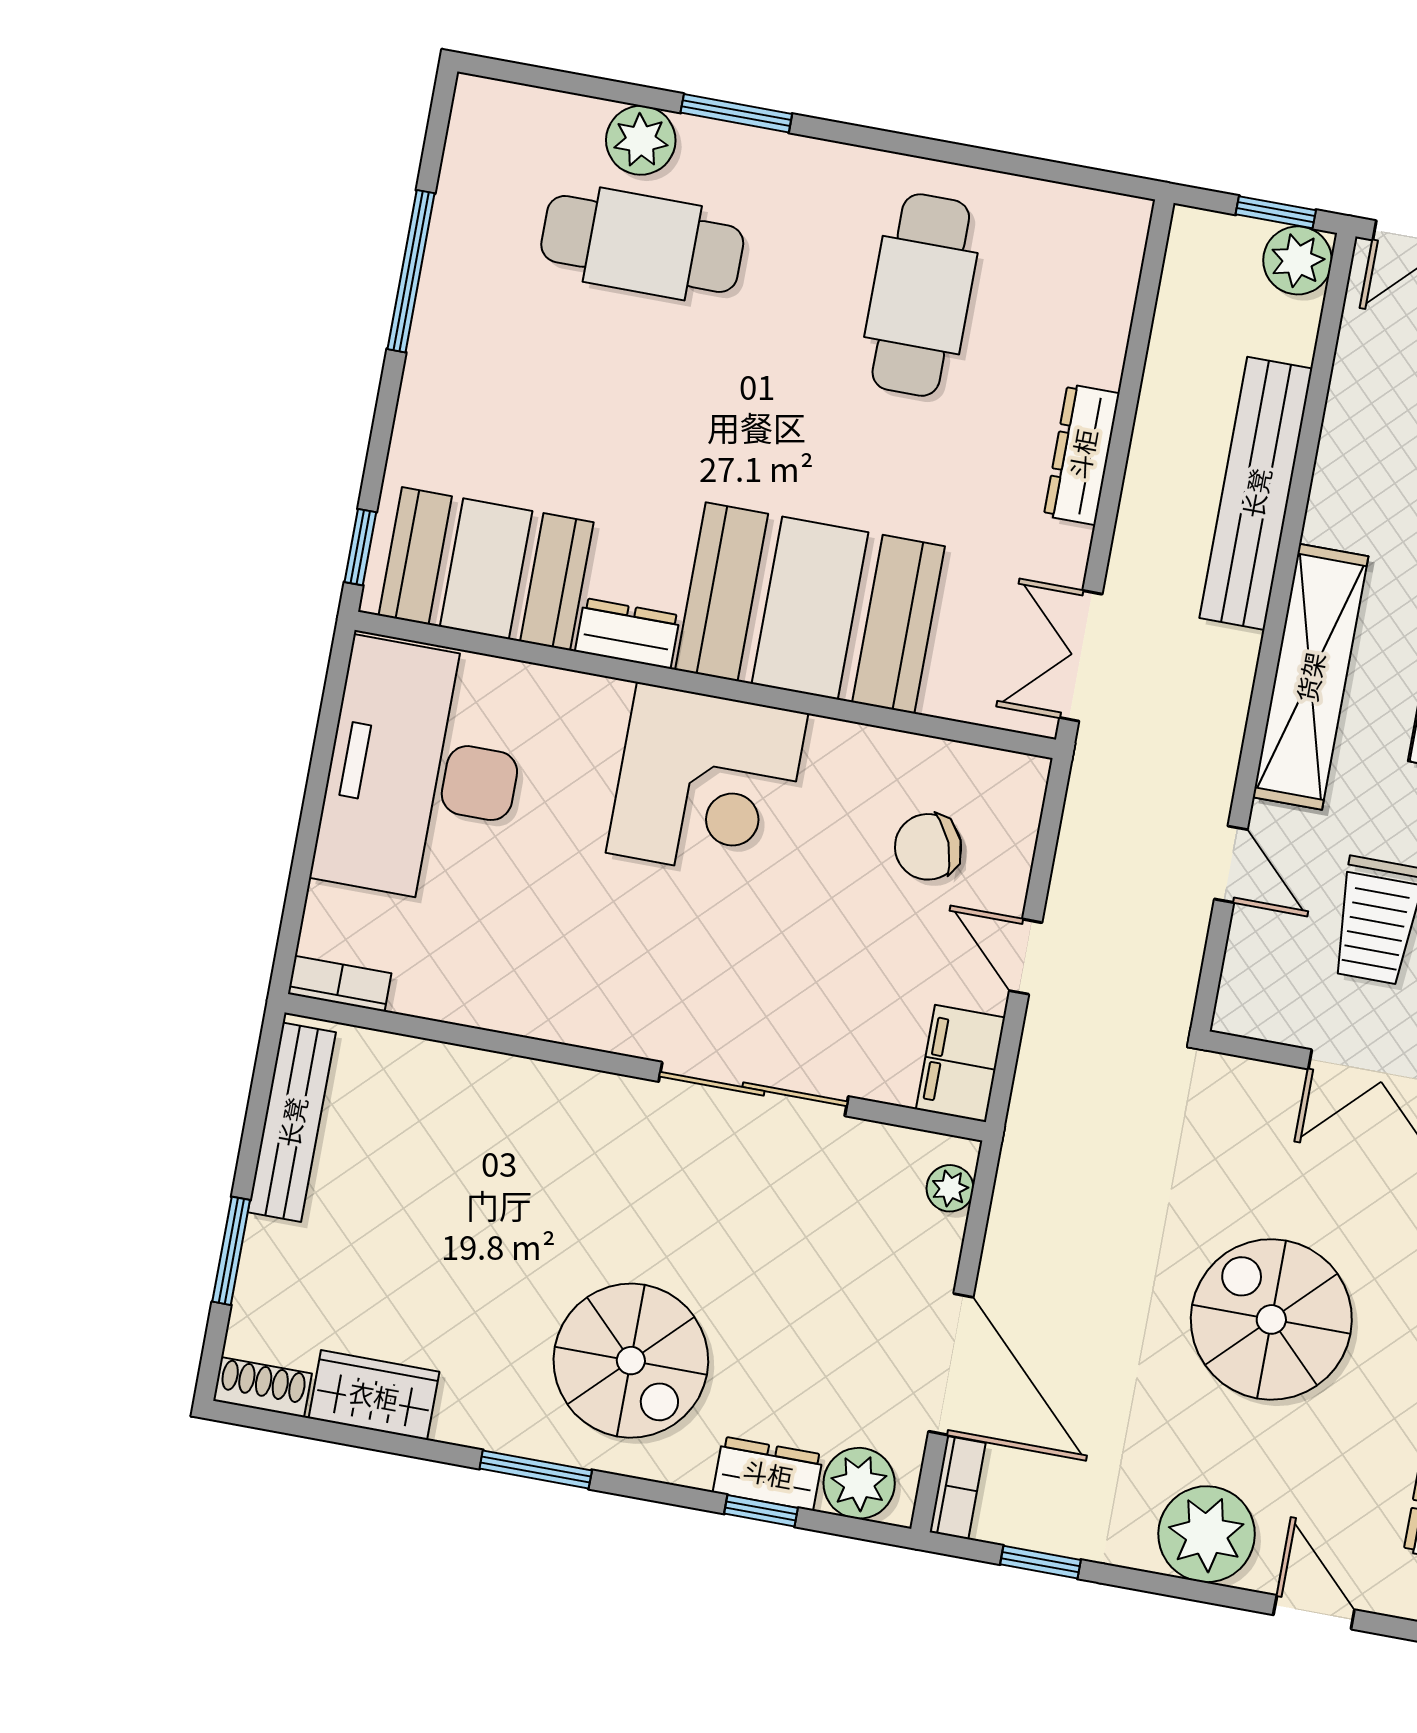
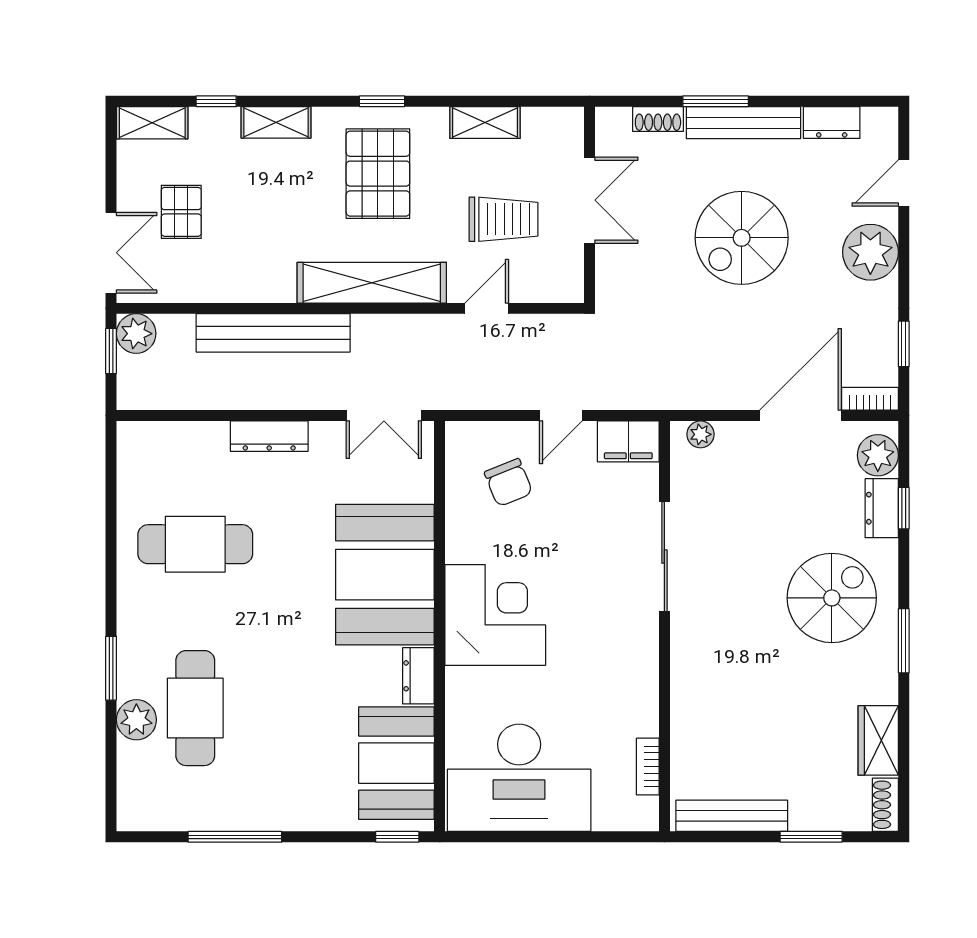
bookcase: (340, 984) -> (648, 767), moved

